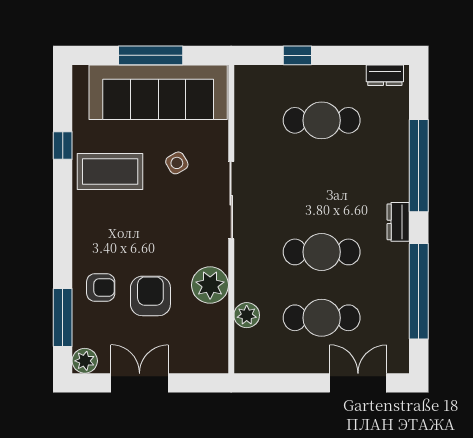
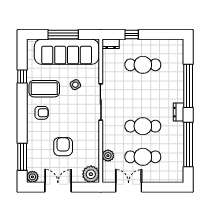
dresser: (385, 75) -> (111, 44), moved
plant: (210, 285) -> (91, 174), moved
armchair: (101, 287) -> (42, 113), moved
double door: (358, 383) -> (129, 187), moved

